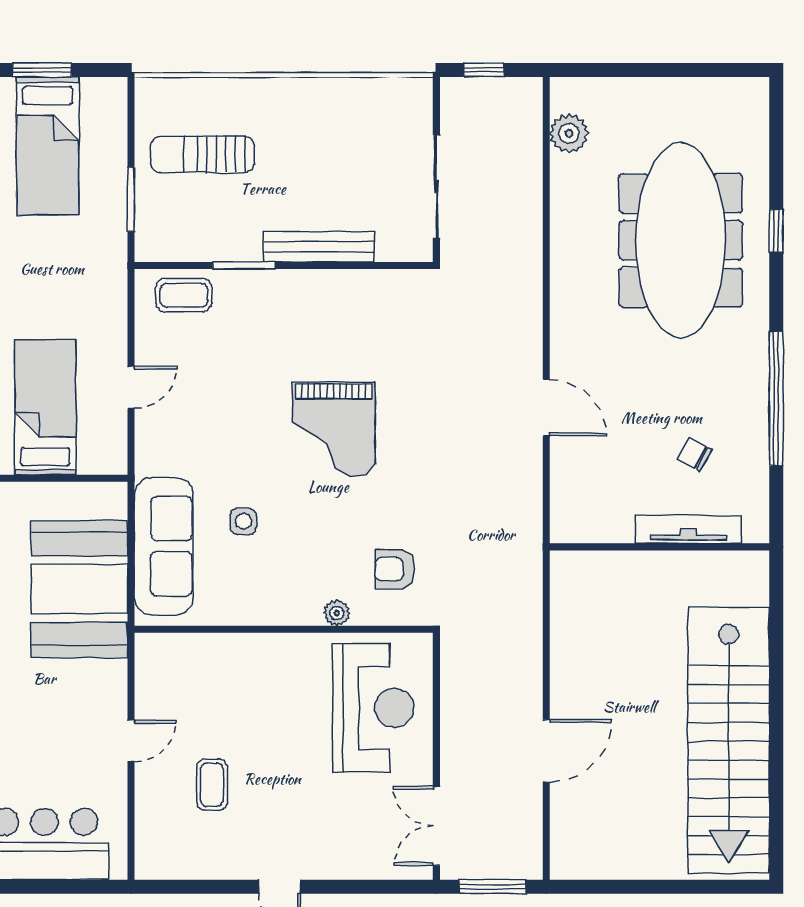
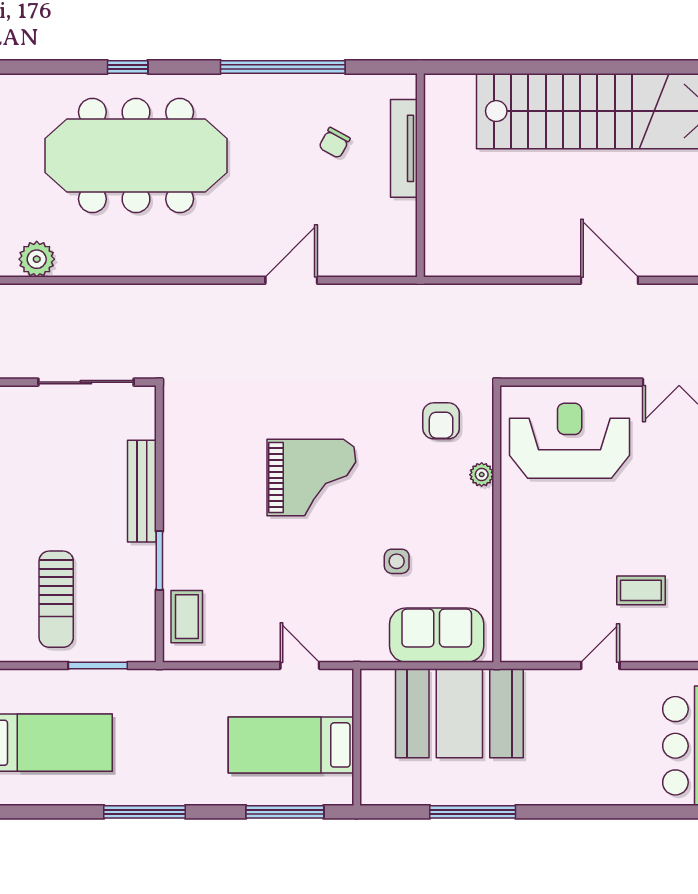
door: (131, 387) -> (300, 665), moved
sofa: (164, 546) -> (437, 635), width x0.73
door: (131, 741) -> (600, 665), hinge flipped

